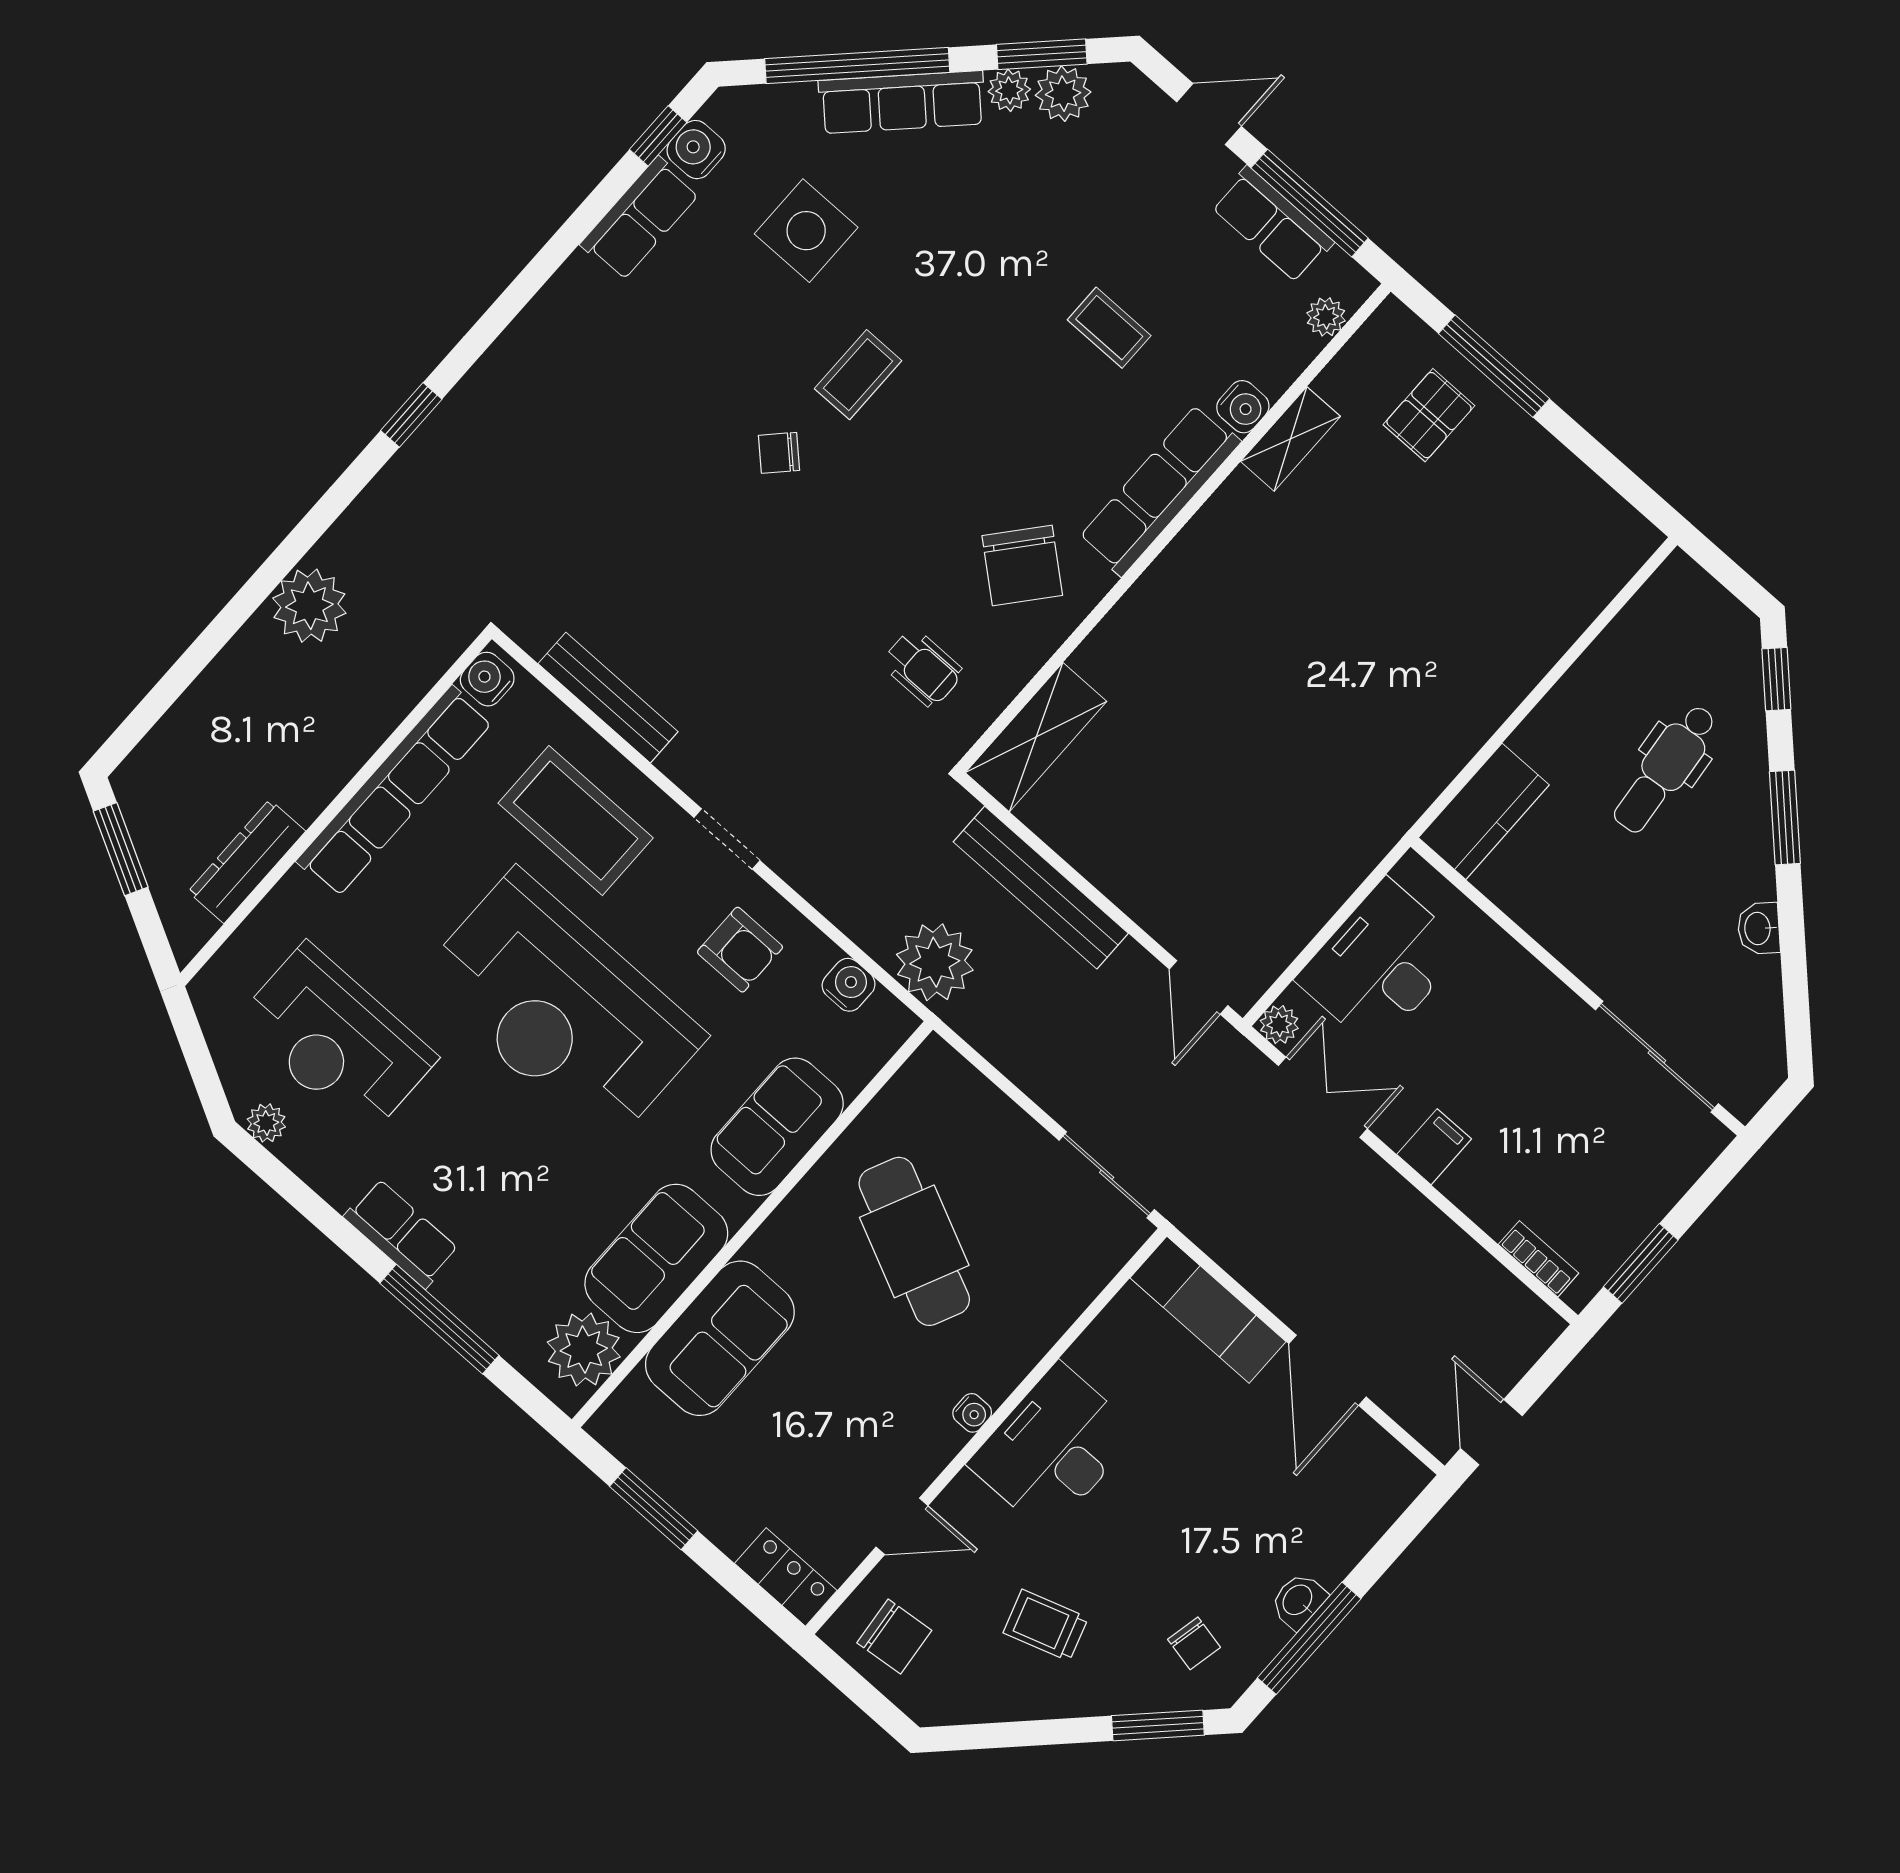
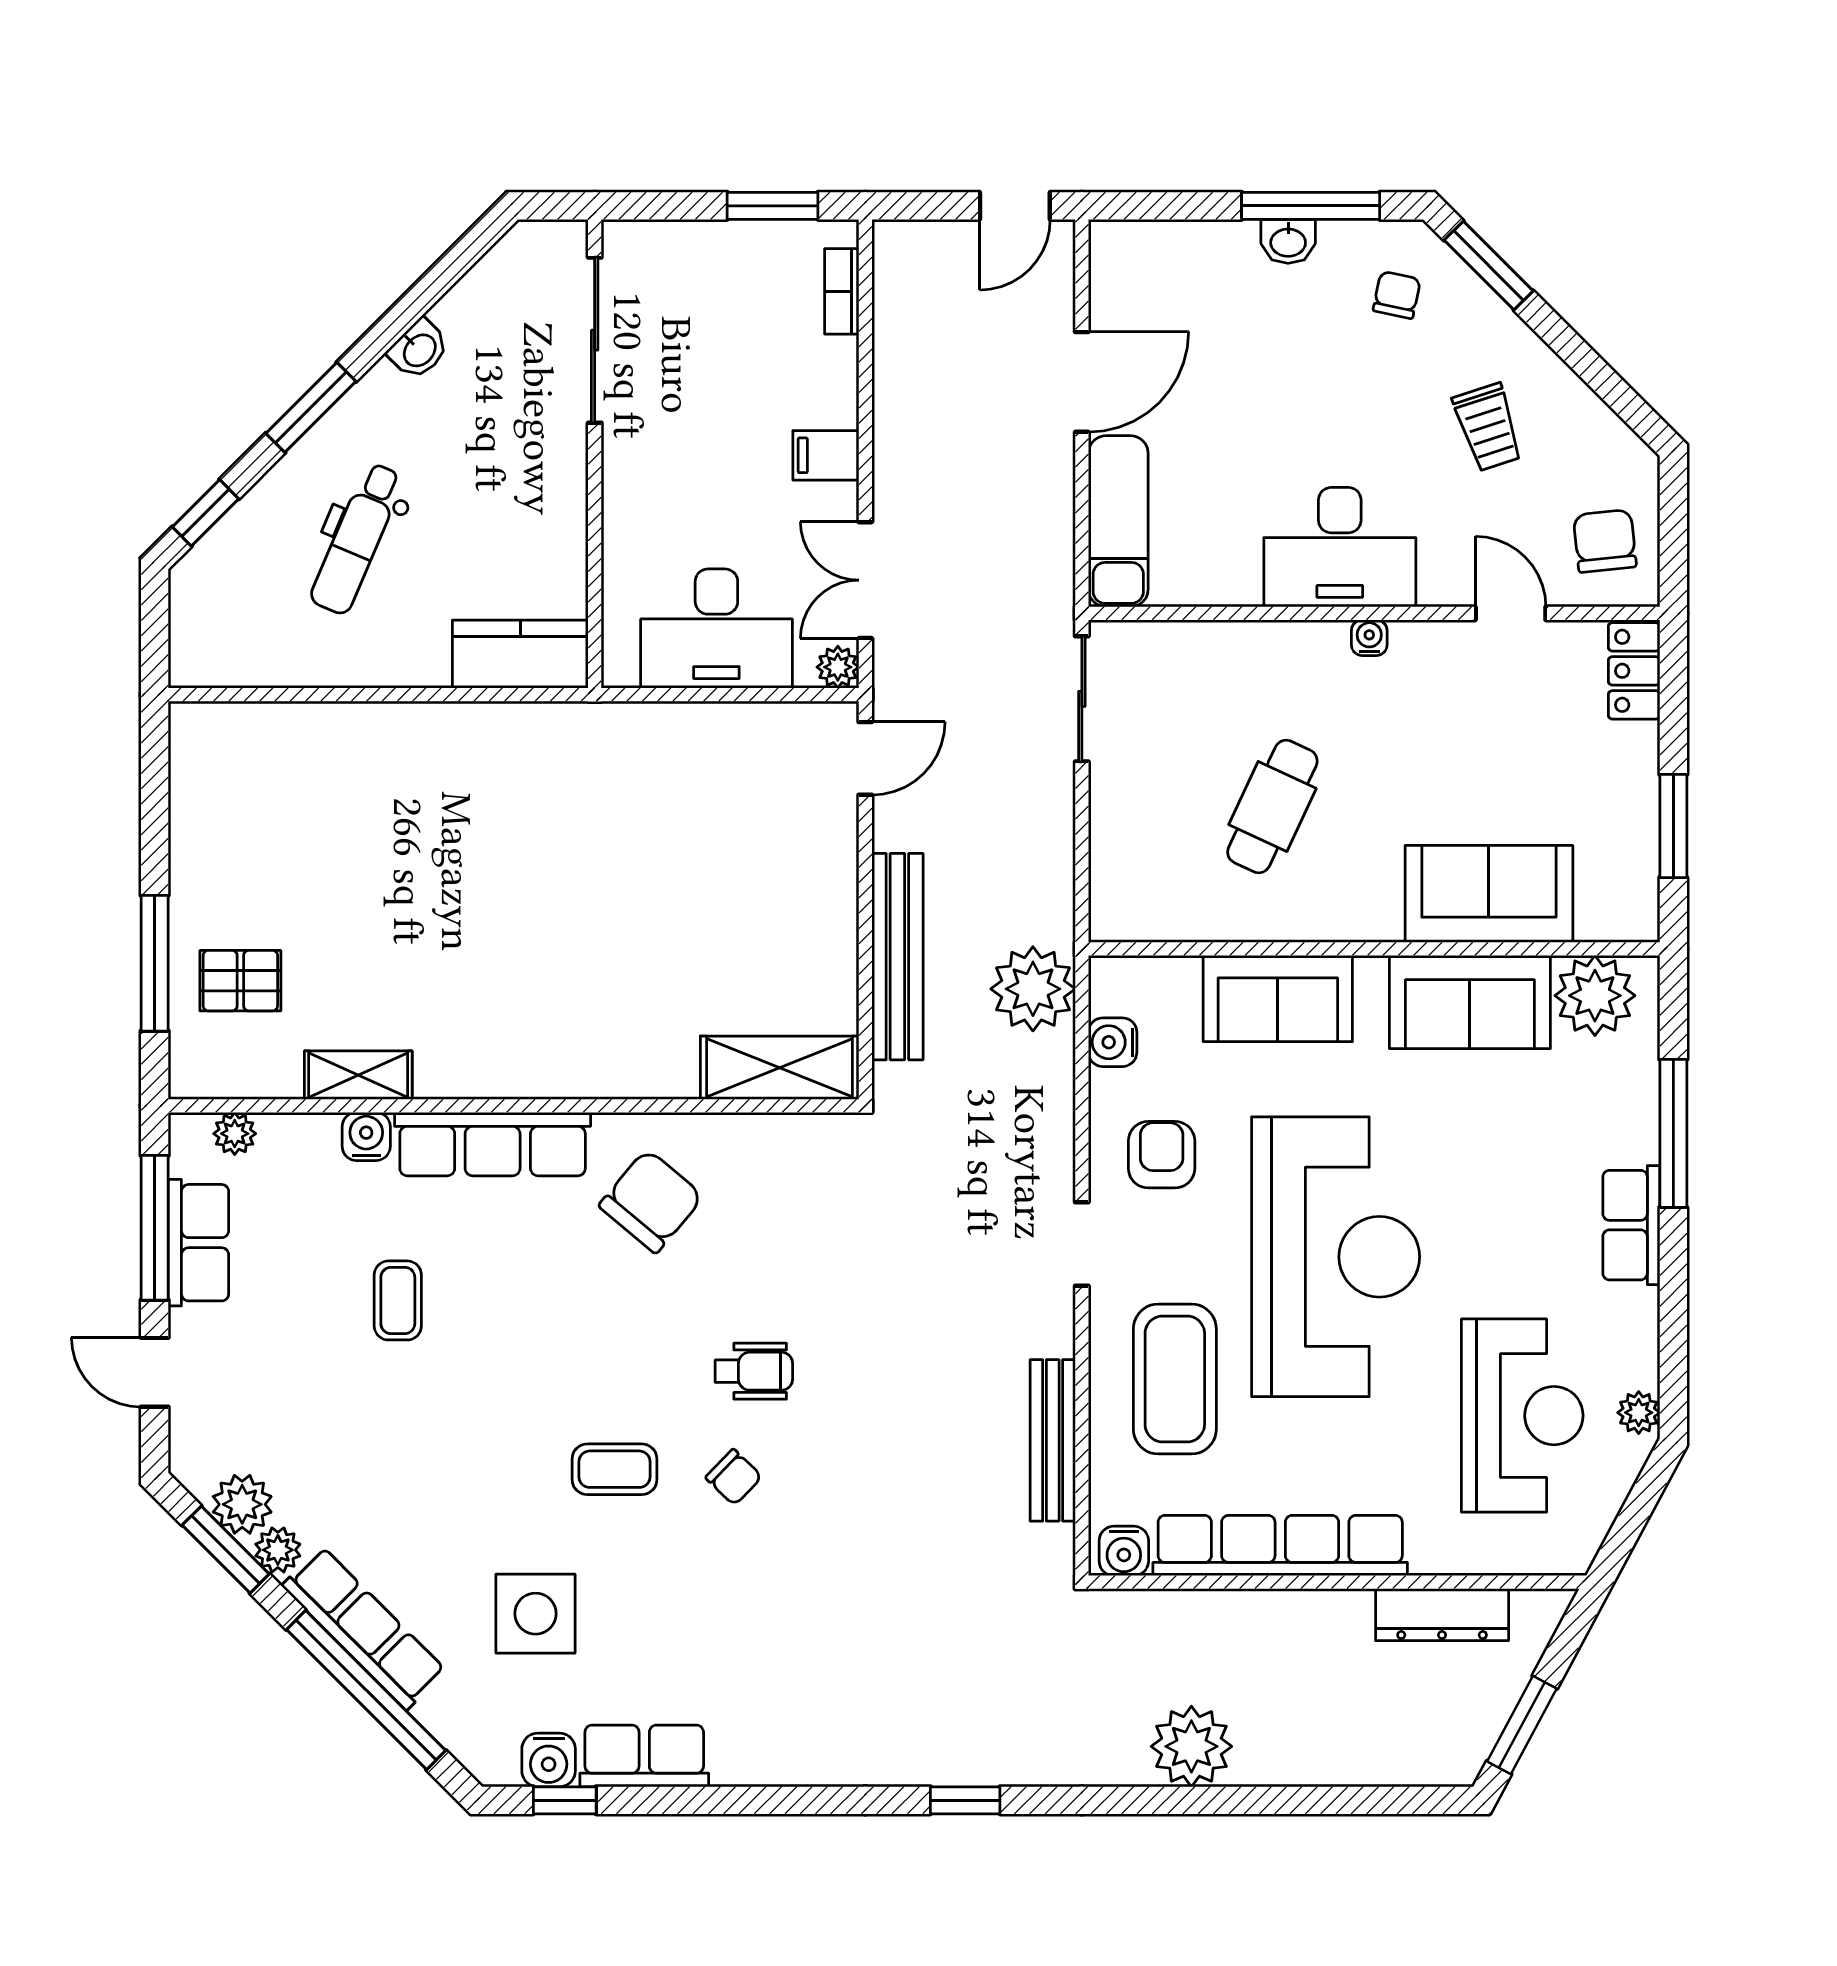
wheelchair: (923, 668) -> (754, 1371), moved, turned 90
dental chair: (1665, 769) -> (357, 539), turned 119
cafe table: (914, 1241) -> (1272, 806), width x0.73, depth x0.74

